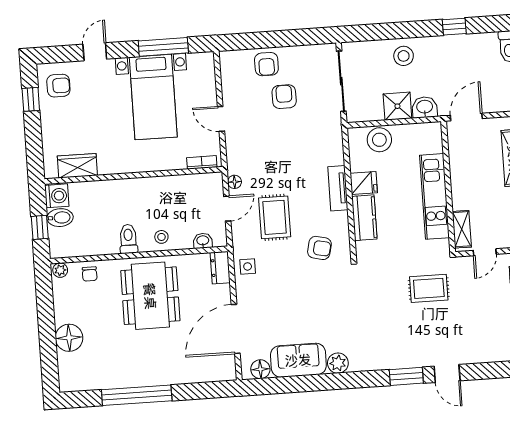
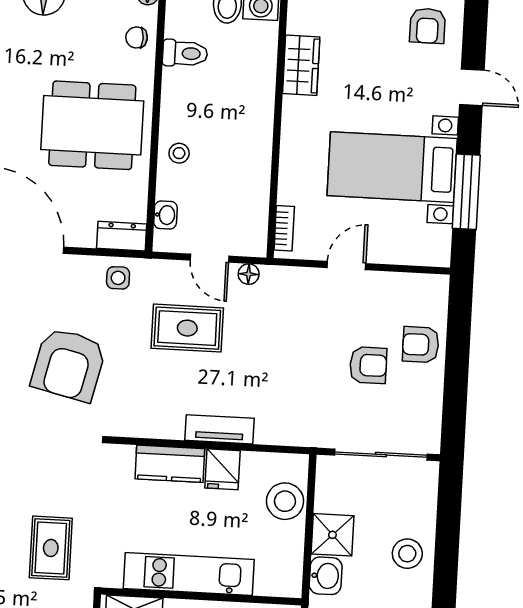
wardrobe: (77, 166) -> (301, 65), moved
toilet: (128, 239) -> (185, 53), moved
armchair: (319, 248) -> (69, 365), moved, width x1.88, depth x1.88

